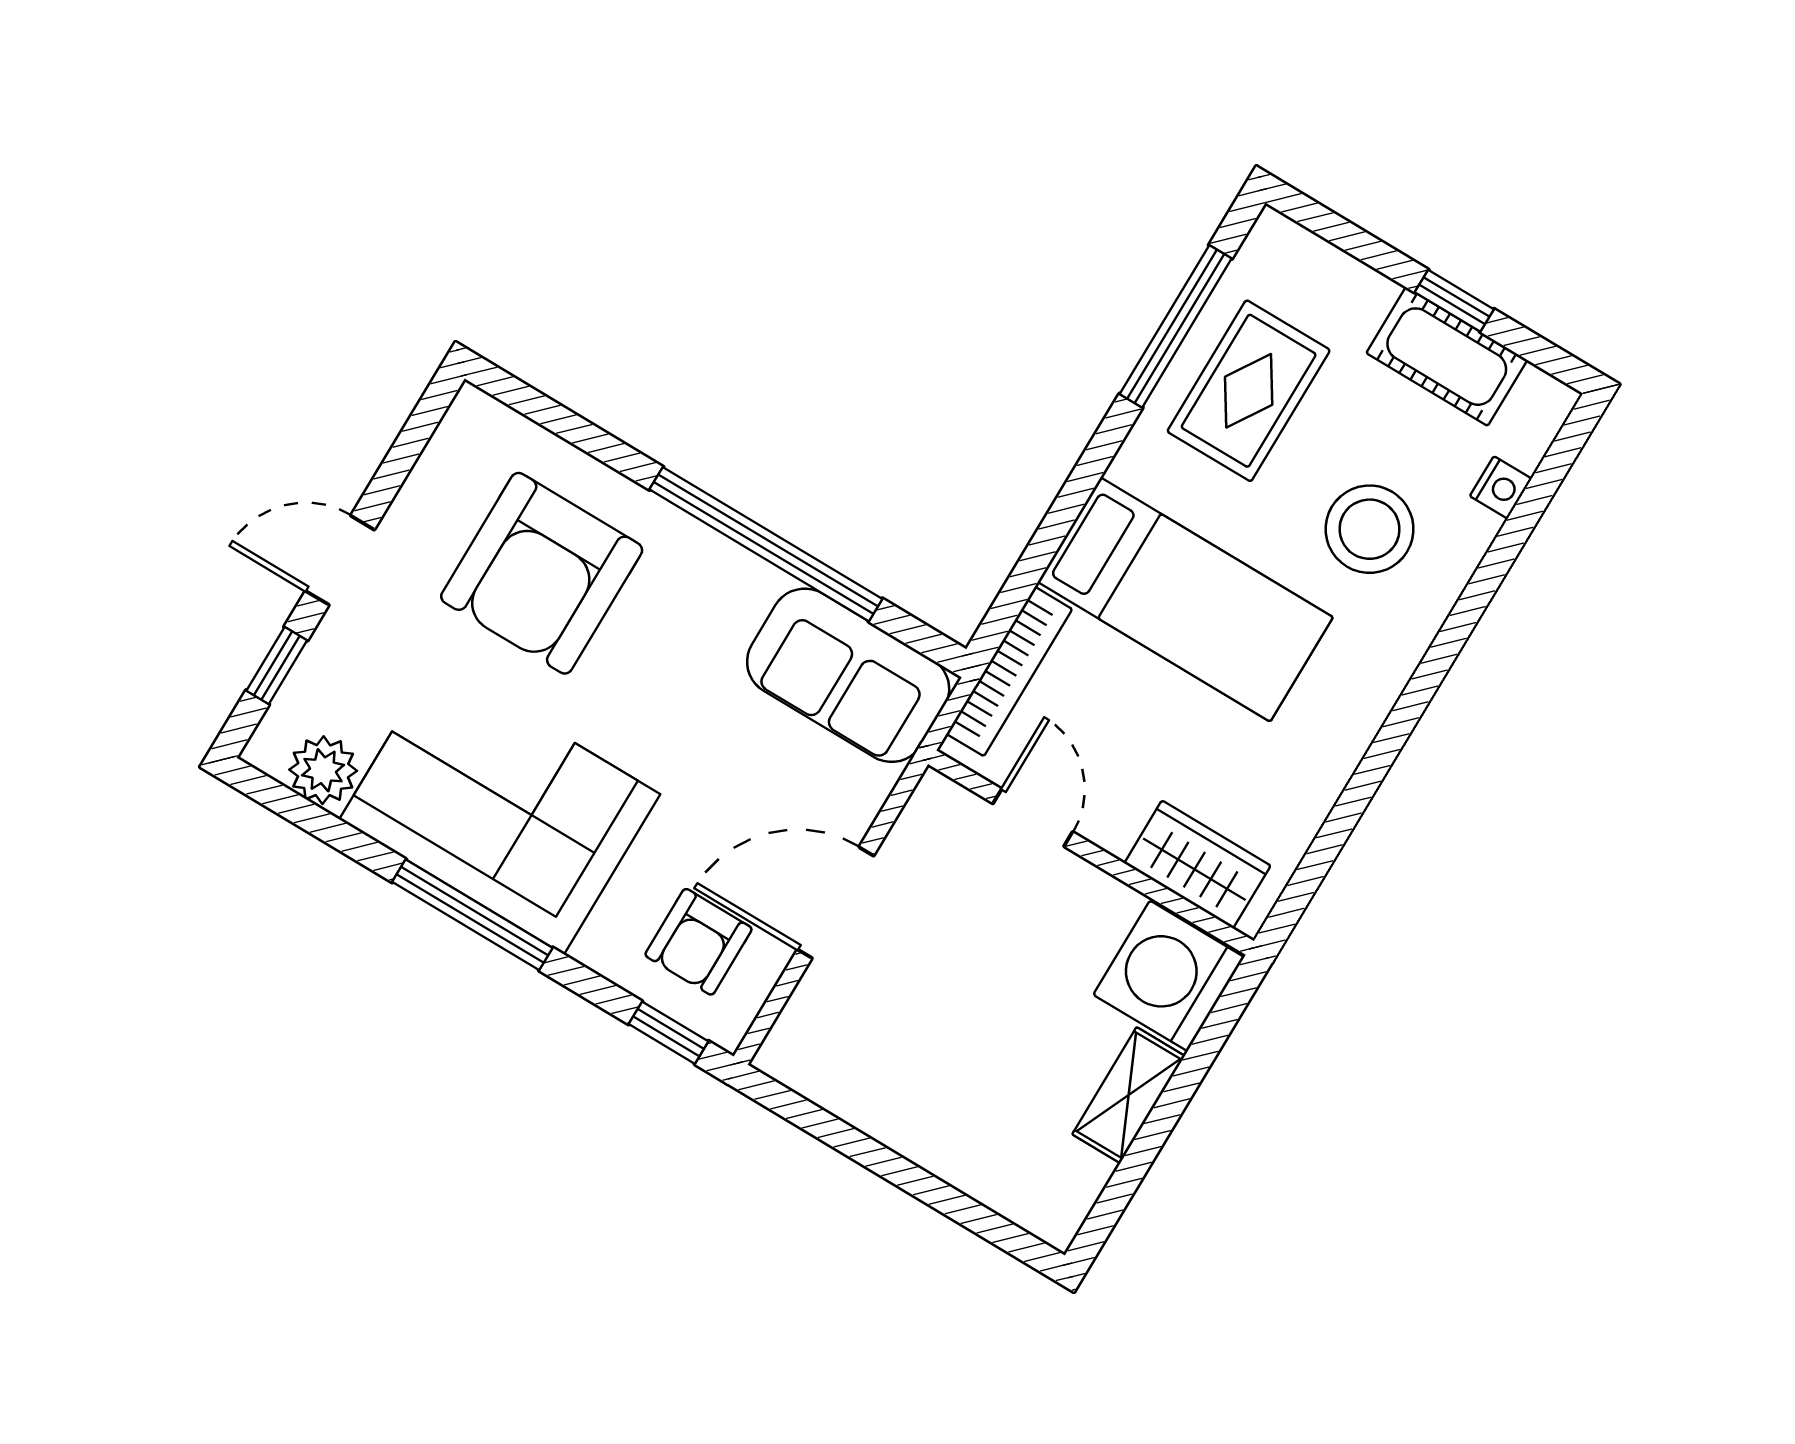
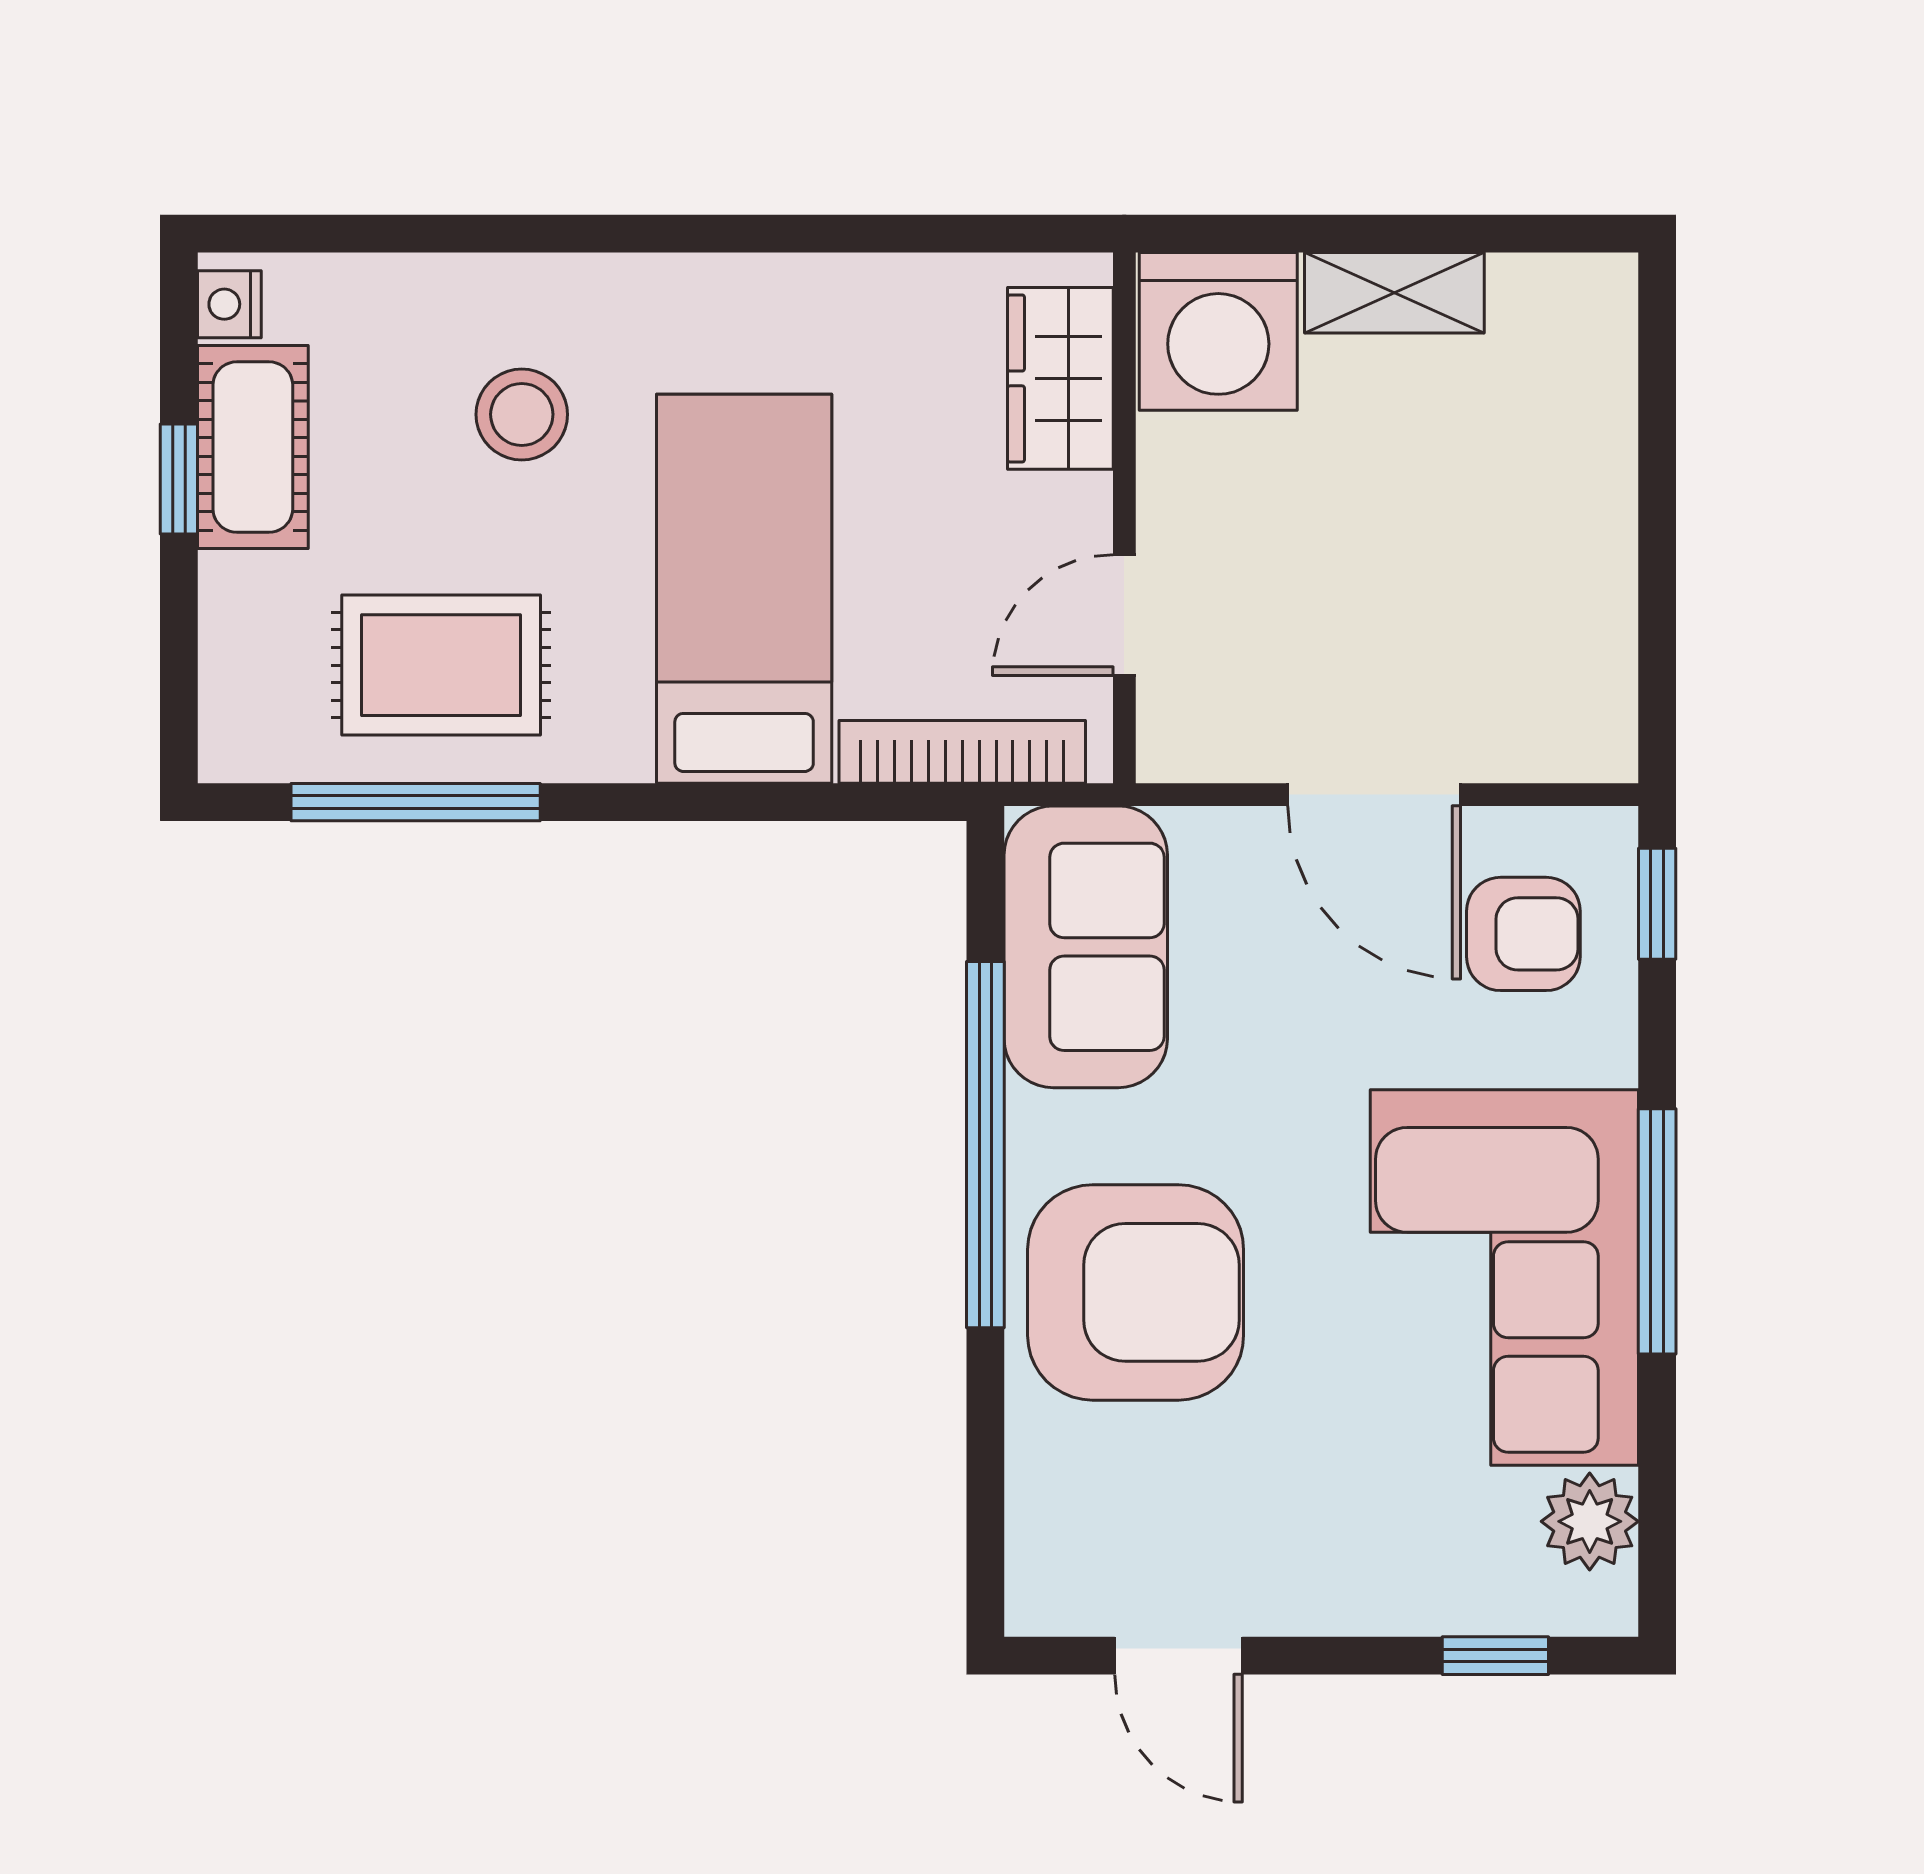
nightstand: (1501, 487) -> (229, 304), moved, turned -90
stool: (1370, 529) -> (522, 414), width x0.73, depth x0.73
door: (340, 560) -> (1179, 1656), moved
armchair: (542, 573) -> (1136, 1292), moved

